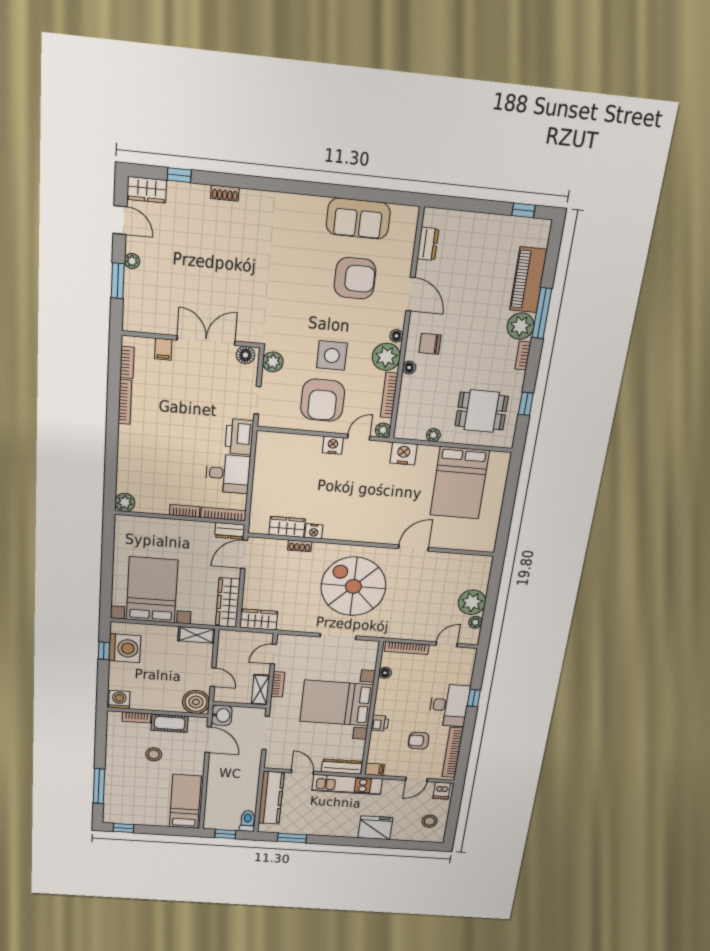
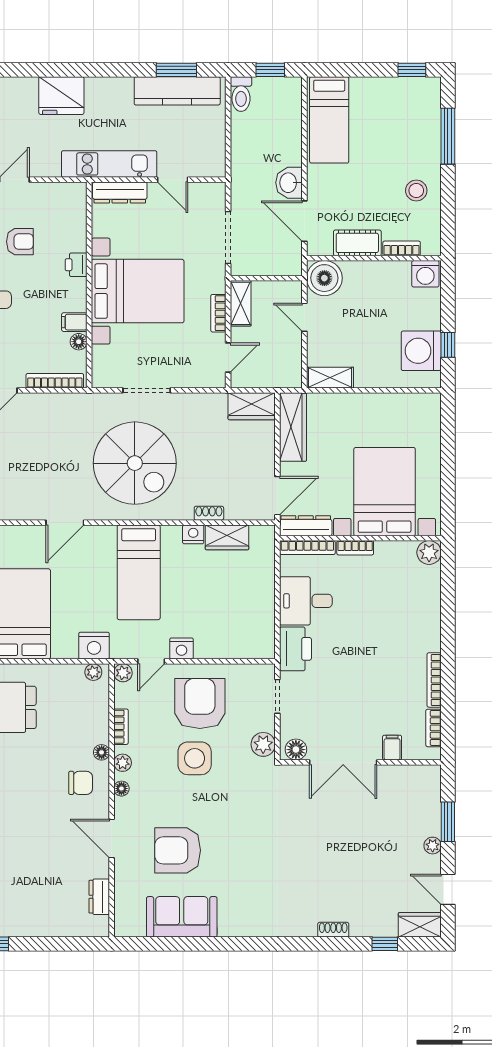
plant: (386, 357) -> (123, 763), width x0.53, depth x0.53
bookcase: (389, 395) -> (121, 727), width x0.64
plant: (433, 435) -> (93, 672), moved
bed: (360, 507) -> (139, 572), added
dresser: (230, 531) -> (306, 526), width x1.44
bed with nightstands: (152, 590) -> (385, 492), moved, turned 180
washbasin: (222, 715) -> (289, 183), moved
stool: (154, 754) -> (416, 191), moved
filing cabinet: (374, 769) -> (74, 322), moved
kitchen counter: (271, 798) -> (177, 91), moved, turned -90

